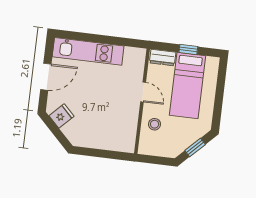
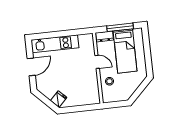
window: (188, 50) -> (120, 27), width x2.17
fridge: (61, 116) -> (59, 99), moved
window: (195, 148) -> (139, 90), removed

